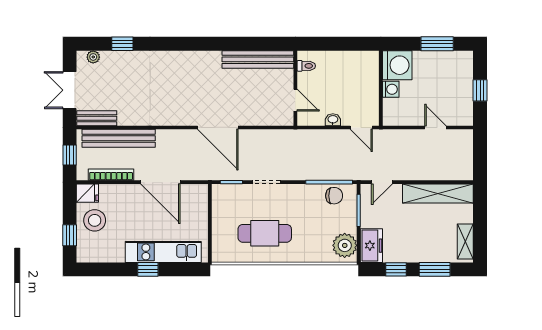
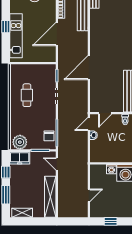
door: (361, 127) -> (89, 124), moved
cafe table: (265, 233) -> (27, 95), width x0.73, depth x0.74

